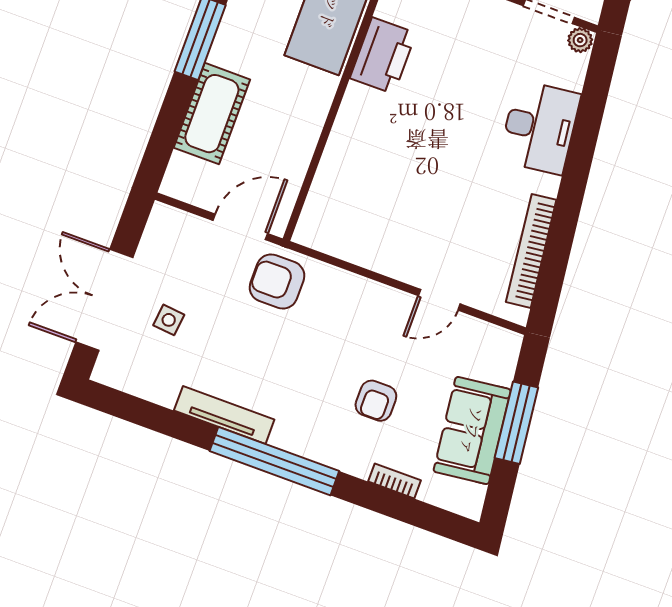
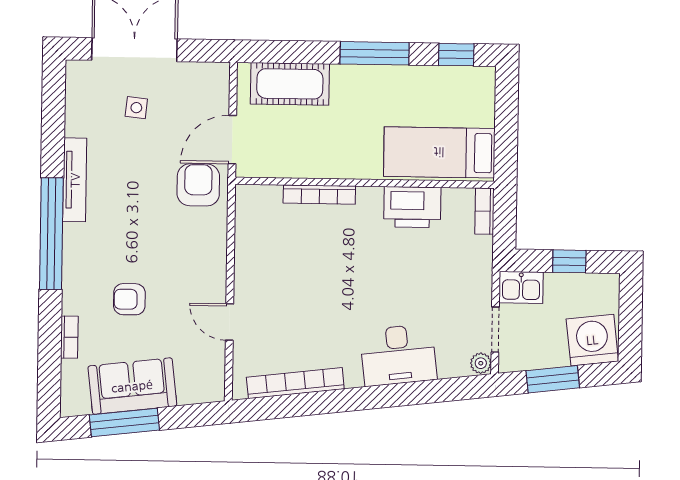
cot: (212, 114) -> (290, 84), moved
bookcase: (334, 153) -> (319, 195), added
door: (240, 227) -> (232, 140), swing flipped
window: (516, 423) -> (124, 423), moved

